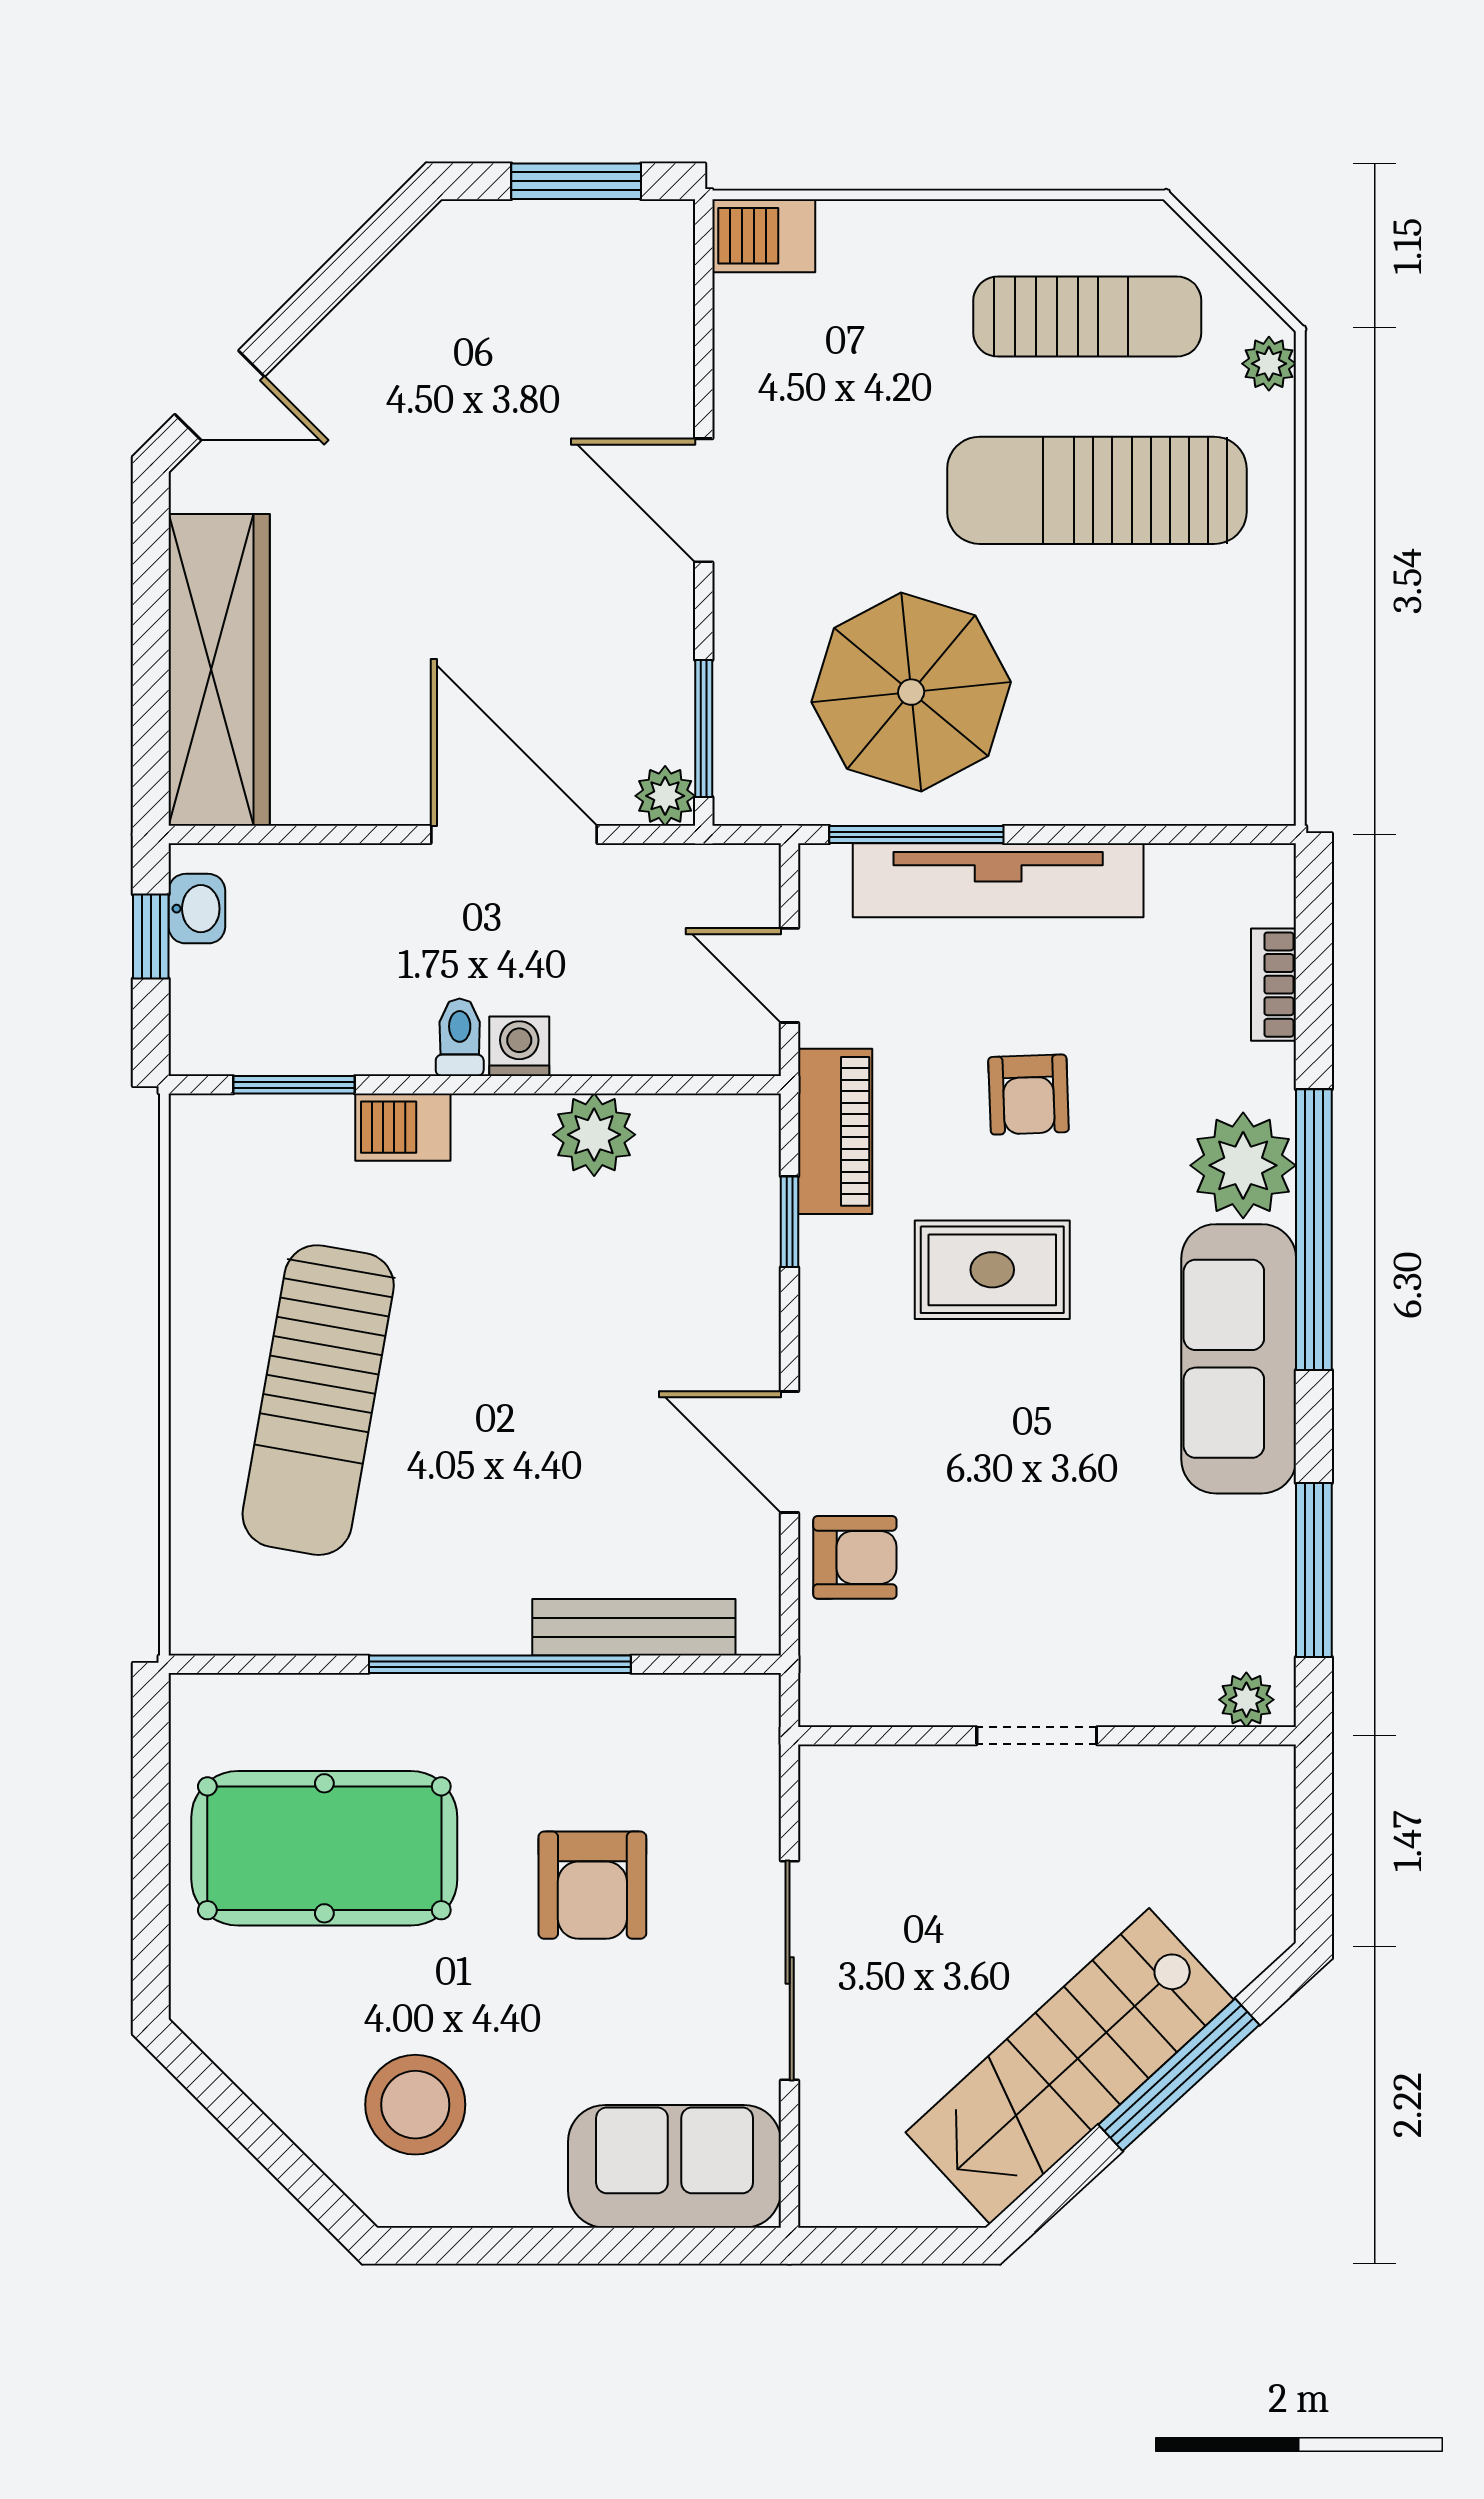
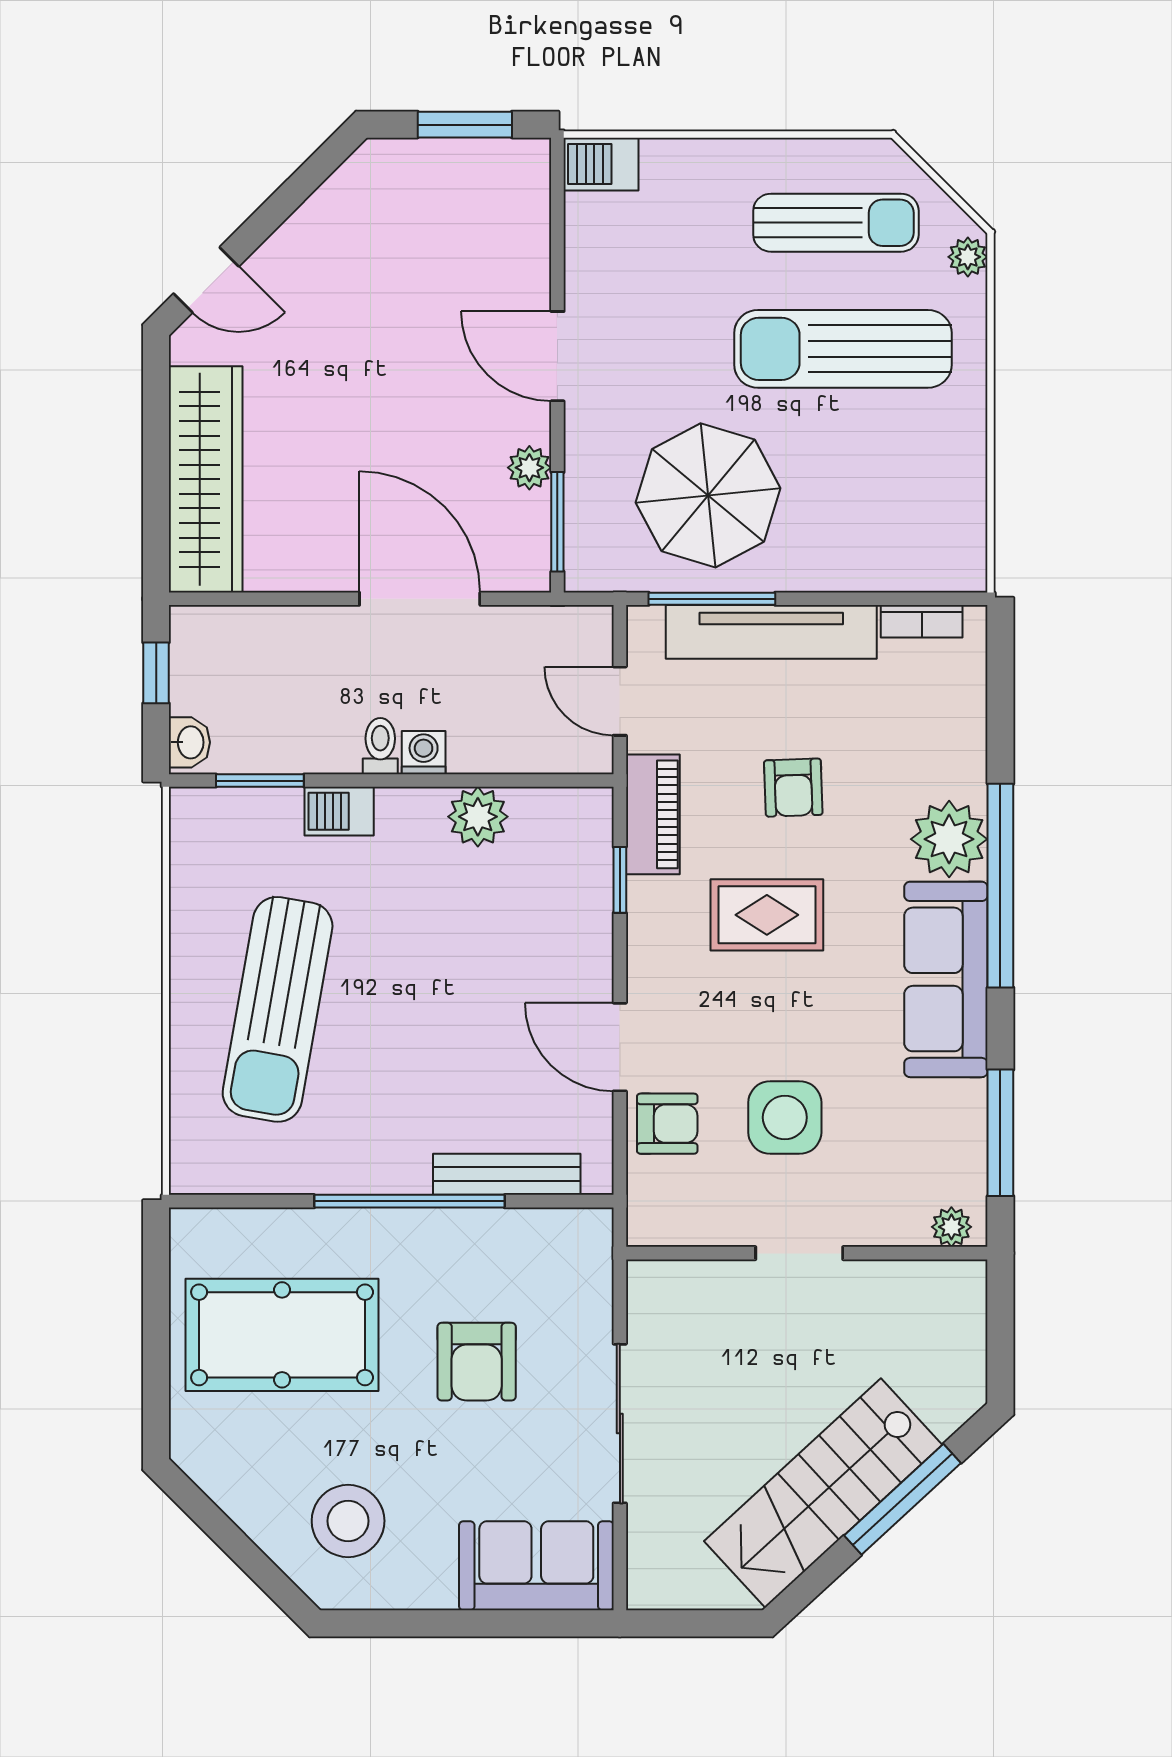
plant: (665, 796) -> (529, 468), moved
washbasin: (197, 909) -> (189, 742), moved
bookcase: (1274, 985) -> (922, 621), moved, turned -90
side table: (1017, 1549) -> (785, 1117), added

